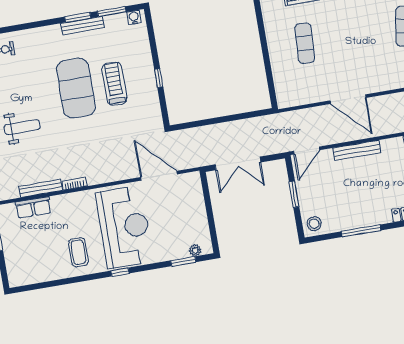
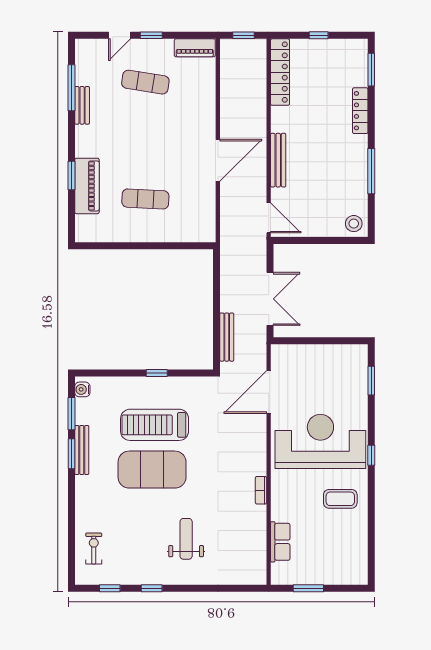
treadmill: (114, 84) -> (155, 425), width x1.37, depth x1.38
bench: (41, 188) -> (227, 337), moved
window: (294, 194) -> (316, 241), removed
plant: (195, 250) -> (361, 365), removed

